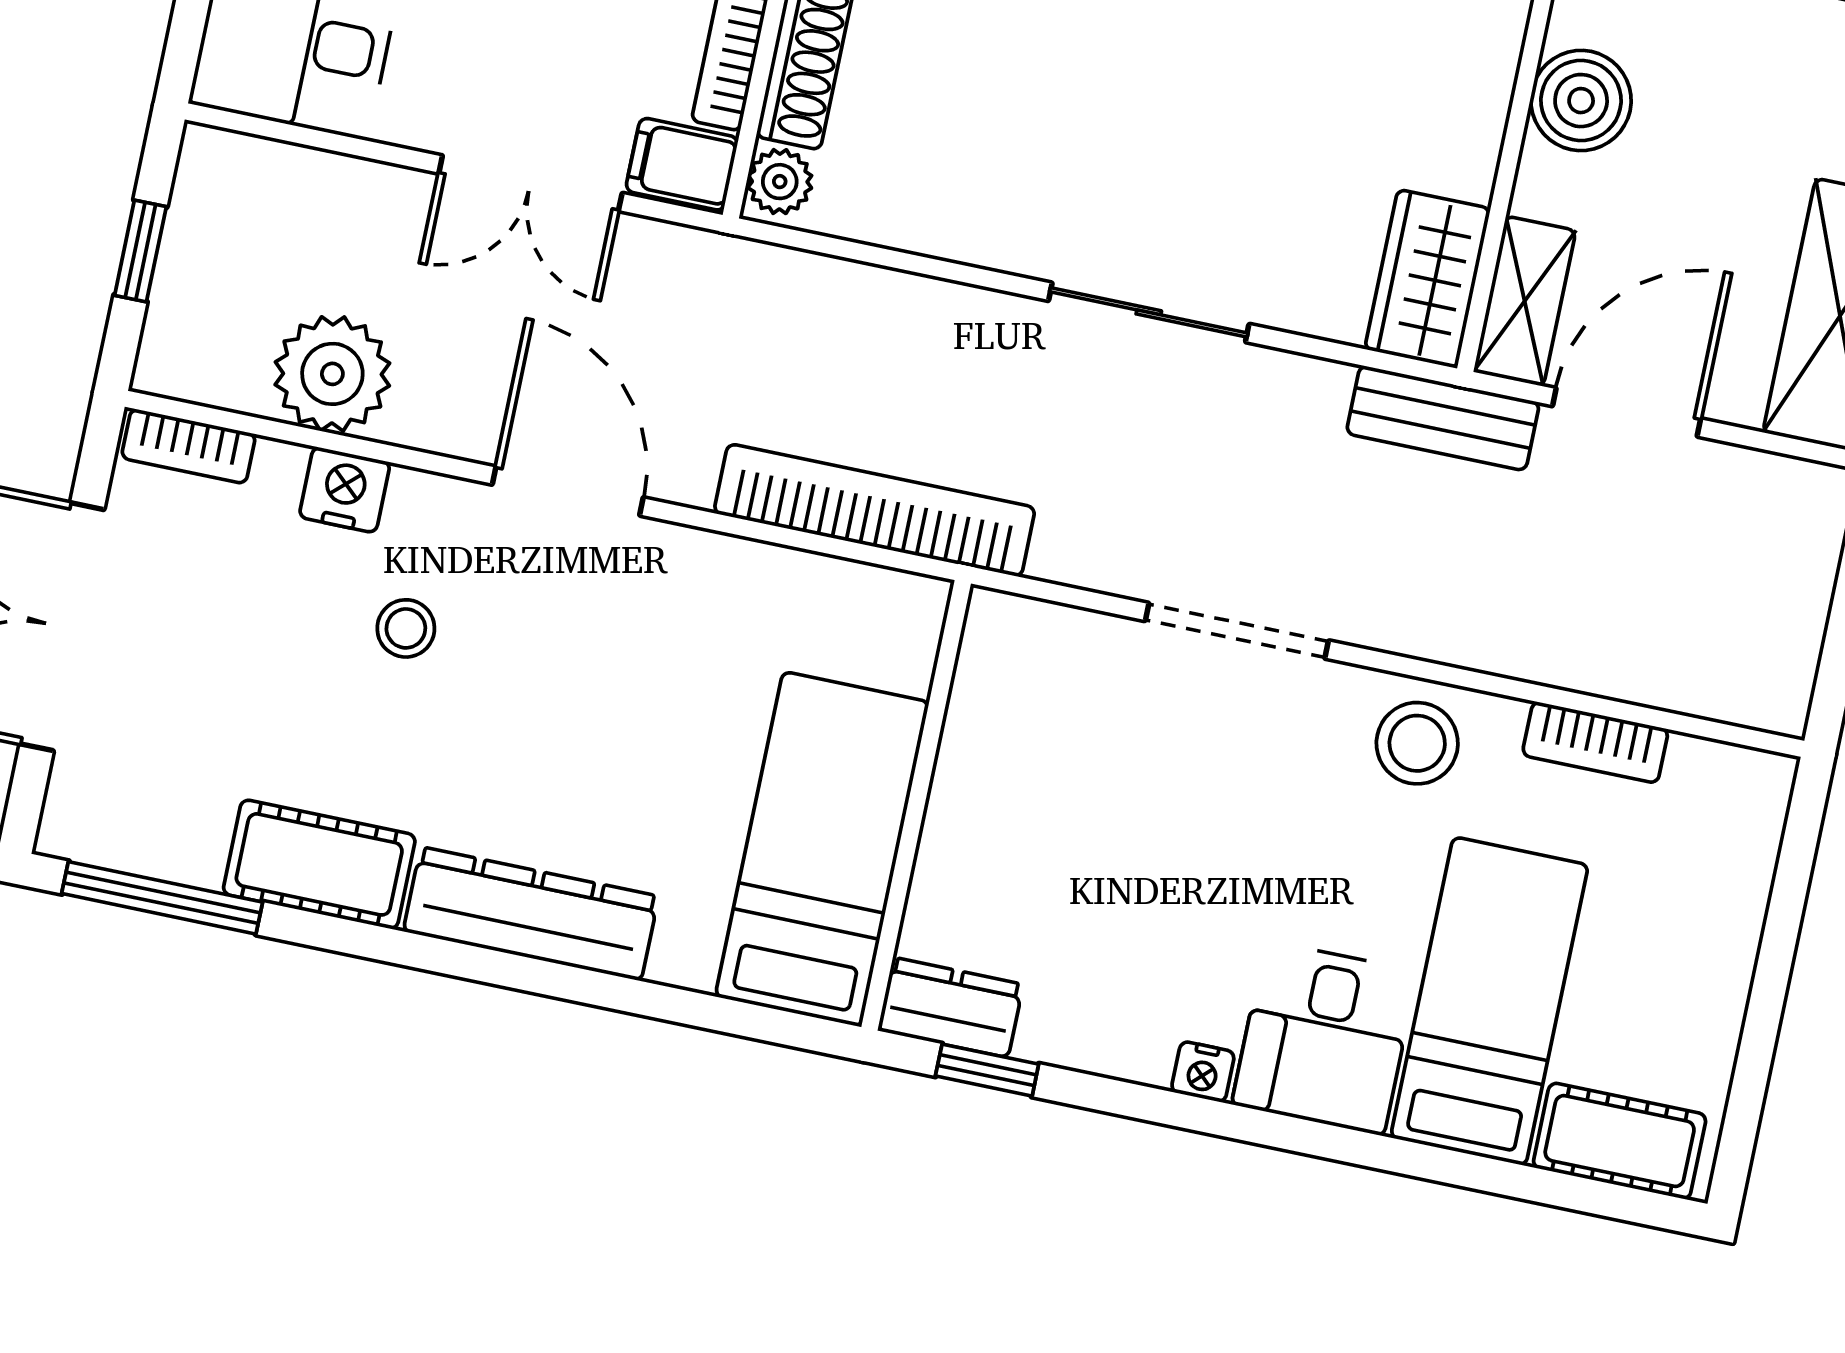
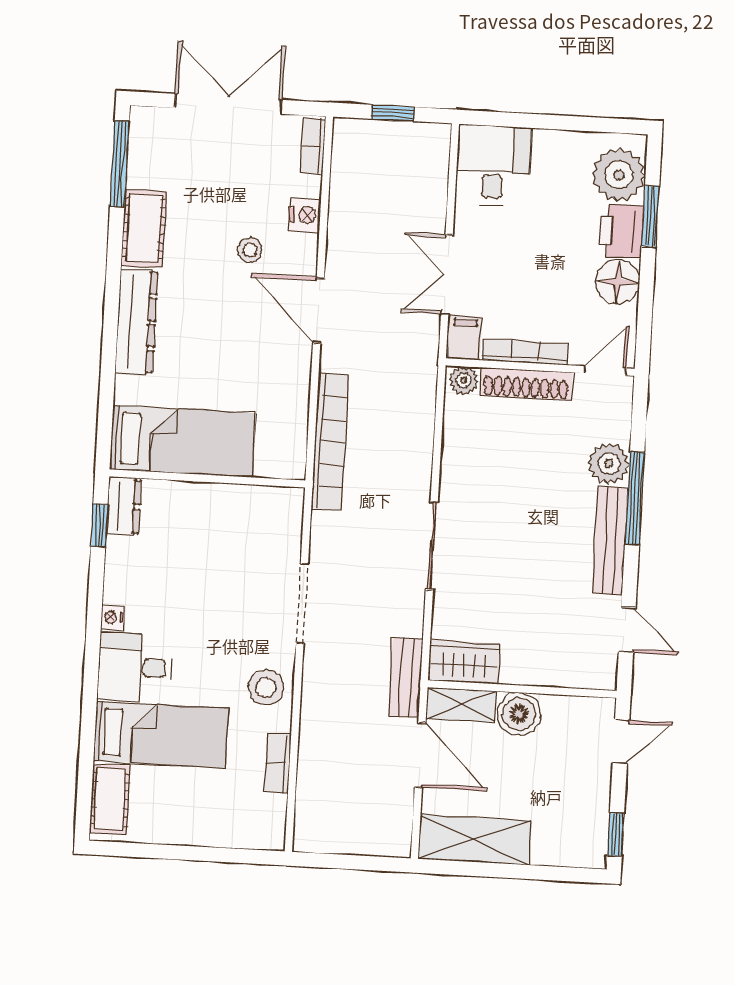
boiler: (1581, 101) -> (519, 714), moved
plant: (332, 374) -> (353, 203), removed
door: (568, 491) -> (319, 310), swing flipped

